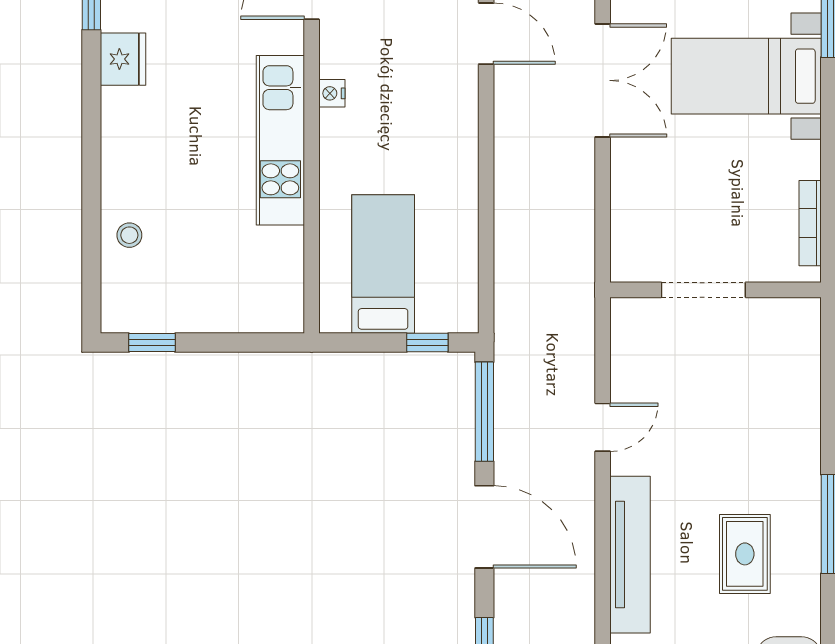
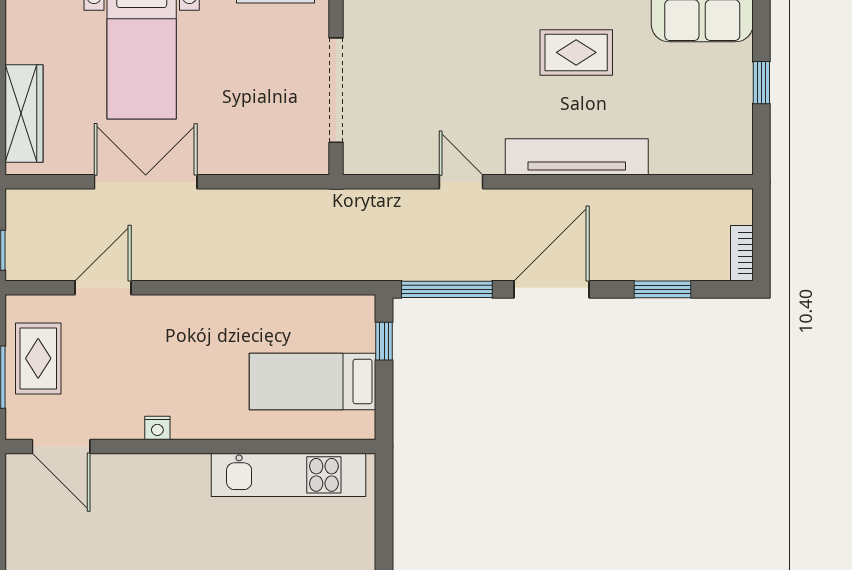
kitchen unit: (280, 140) -> (288, 475), moved
doorway: (703, 290) -> (336, 90), width x1.36

